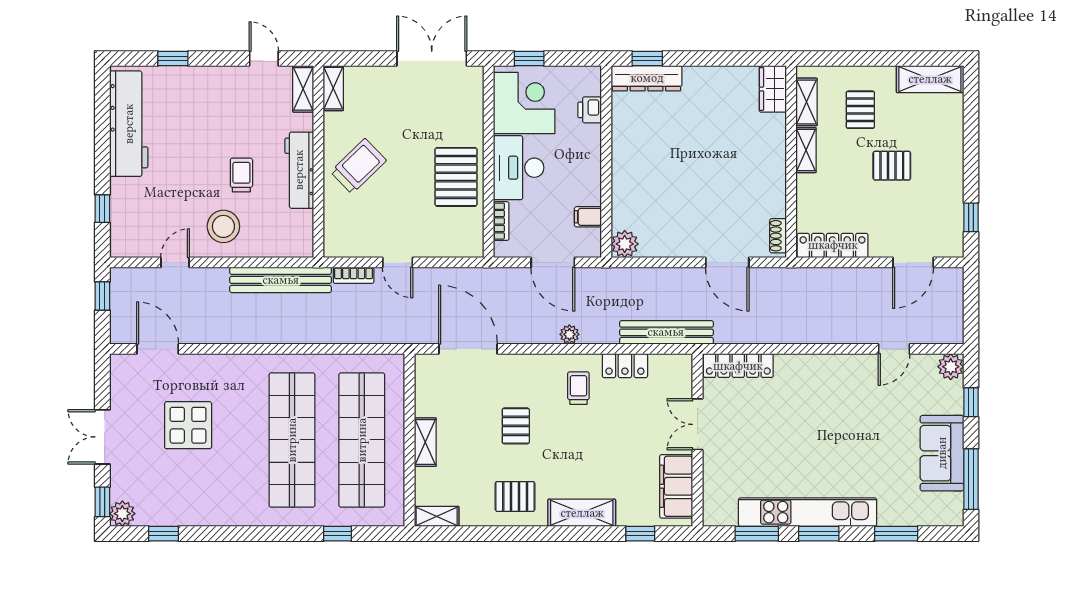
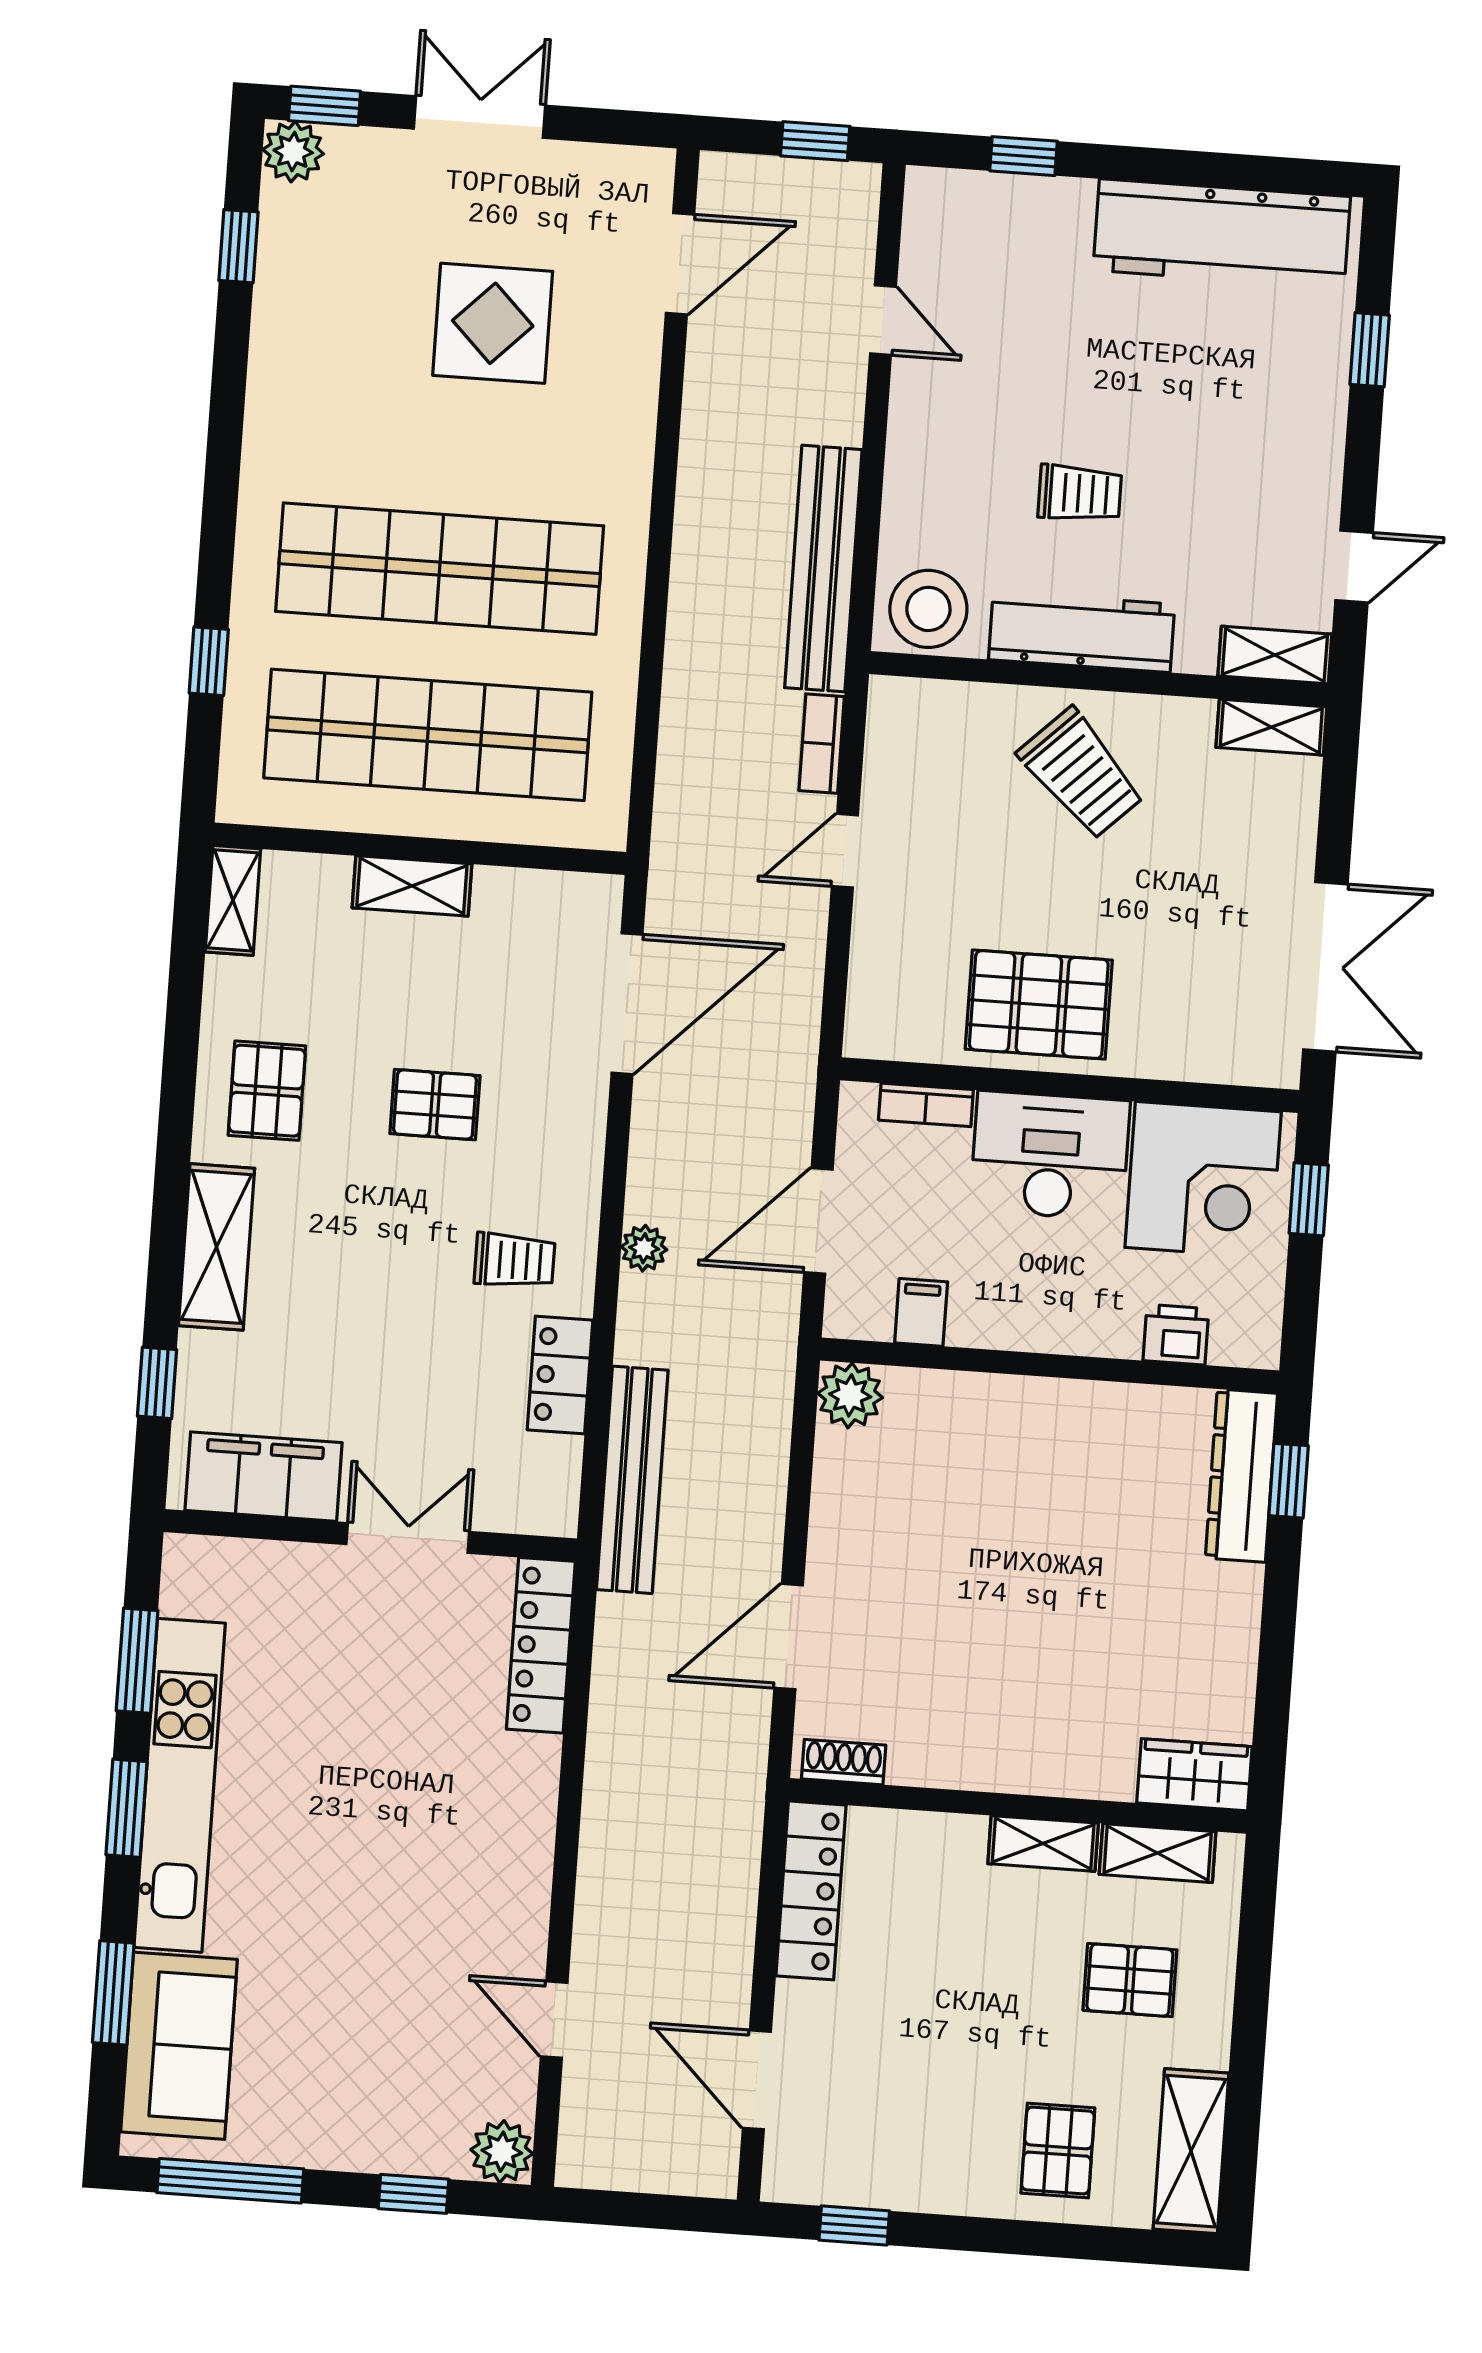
pallet: (892, 166) -> (1058, 2150), moved
stool: (223, 226) -> (928, 609), moved
sofa: (942, 453) -> (179, 2046), moved, turned 90

